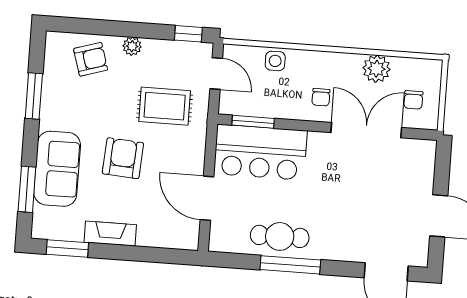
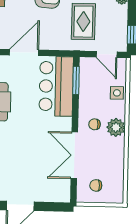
plant: (376, 69) -> (116, 127), moved
door: (216, 74) -> (107, 54), hinge flipped
double door: (366, 130) -> (74, 155), swing flipped

